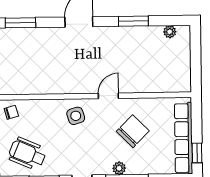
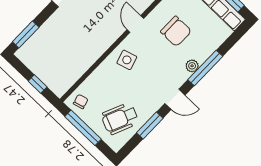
chair: (133, 131) -> (176, 31), turned 135

